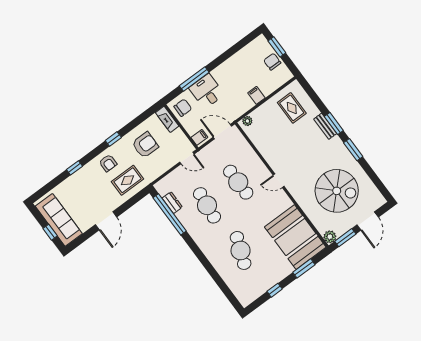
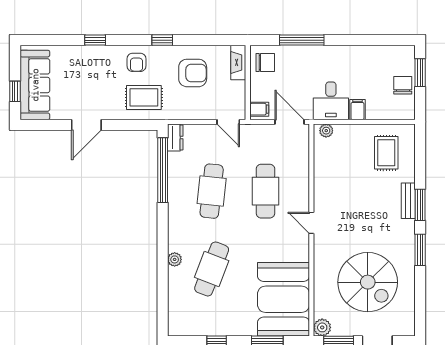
desk: (207, 91) -> (331, 101), moved, turned 180
dresser: (172, 203) -> (175, 137), moved
plant: (215, 261) -> (175, 259), added

